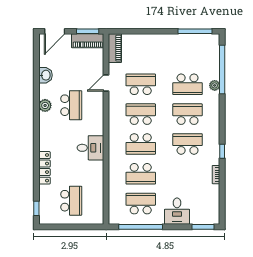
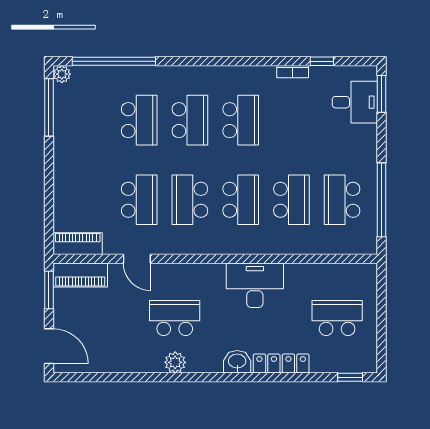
piano: (88, 41) -> (80, 275), moved, turned 90
washbasin: (45, 75) -> (237, 362), moved
school desk: (141, 84) -> (139, 200), turned 180
plant: (215, 85) -> (62, 74), moved
school desk: (188, 114) -> (190, 120), turned 180
school desk: (188, 144) -> (241, 120), turned 180
desk: (90, 148) -> (255, 285), width x1.37
window: (222, 151) -> (322, 61), moved
desk: (177, 211) -> (355, 102), moved

